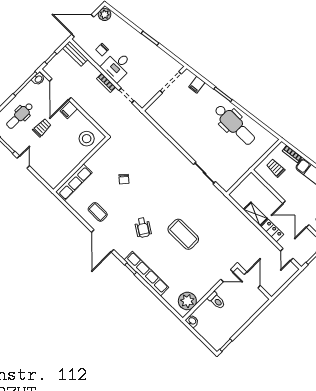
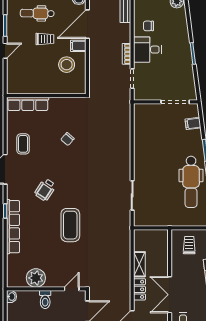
stool: (87, 139) -> (67, 65), moved
door: (227, 276) -> (72, 289), swing flipped
plant: (187, 301) -> (36, 278), moved

